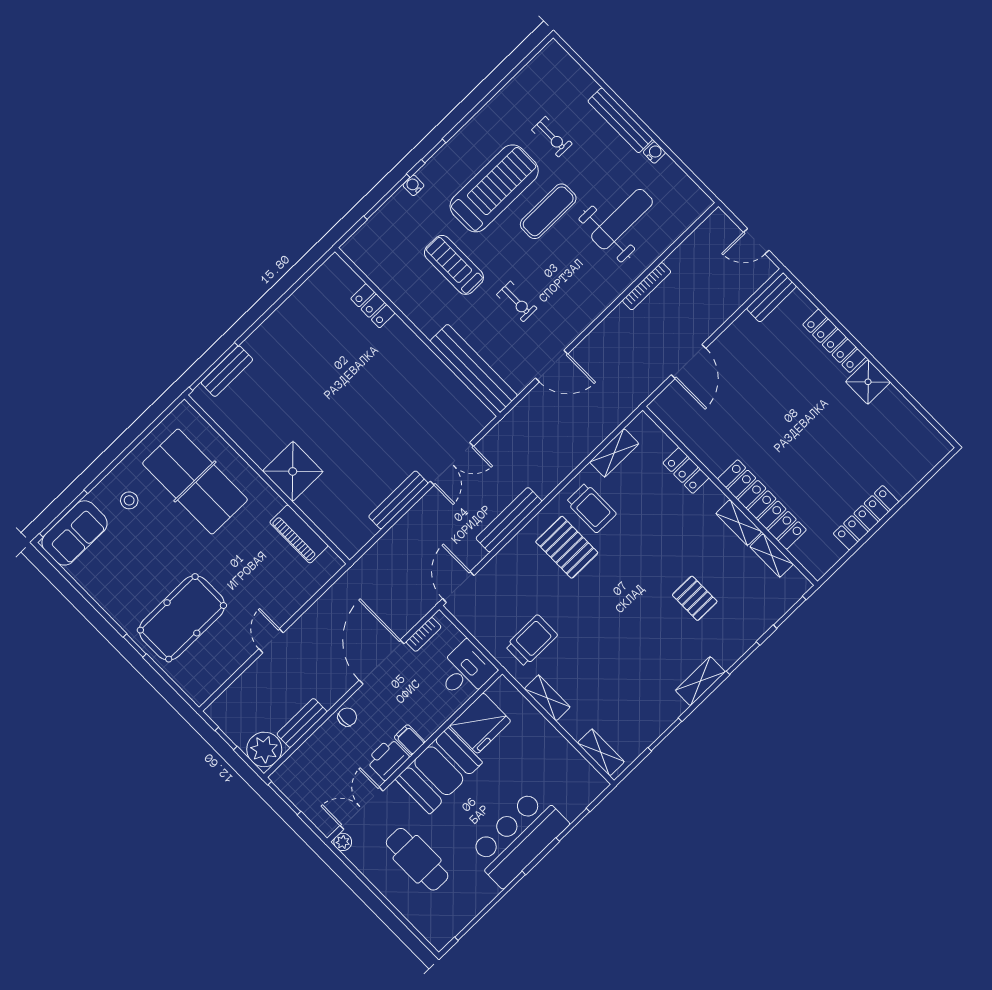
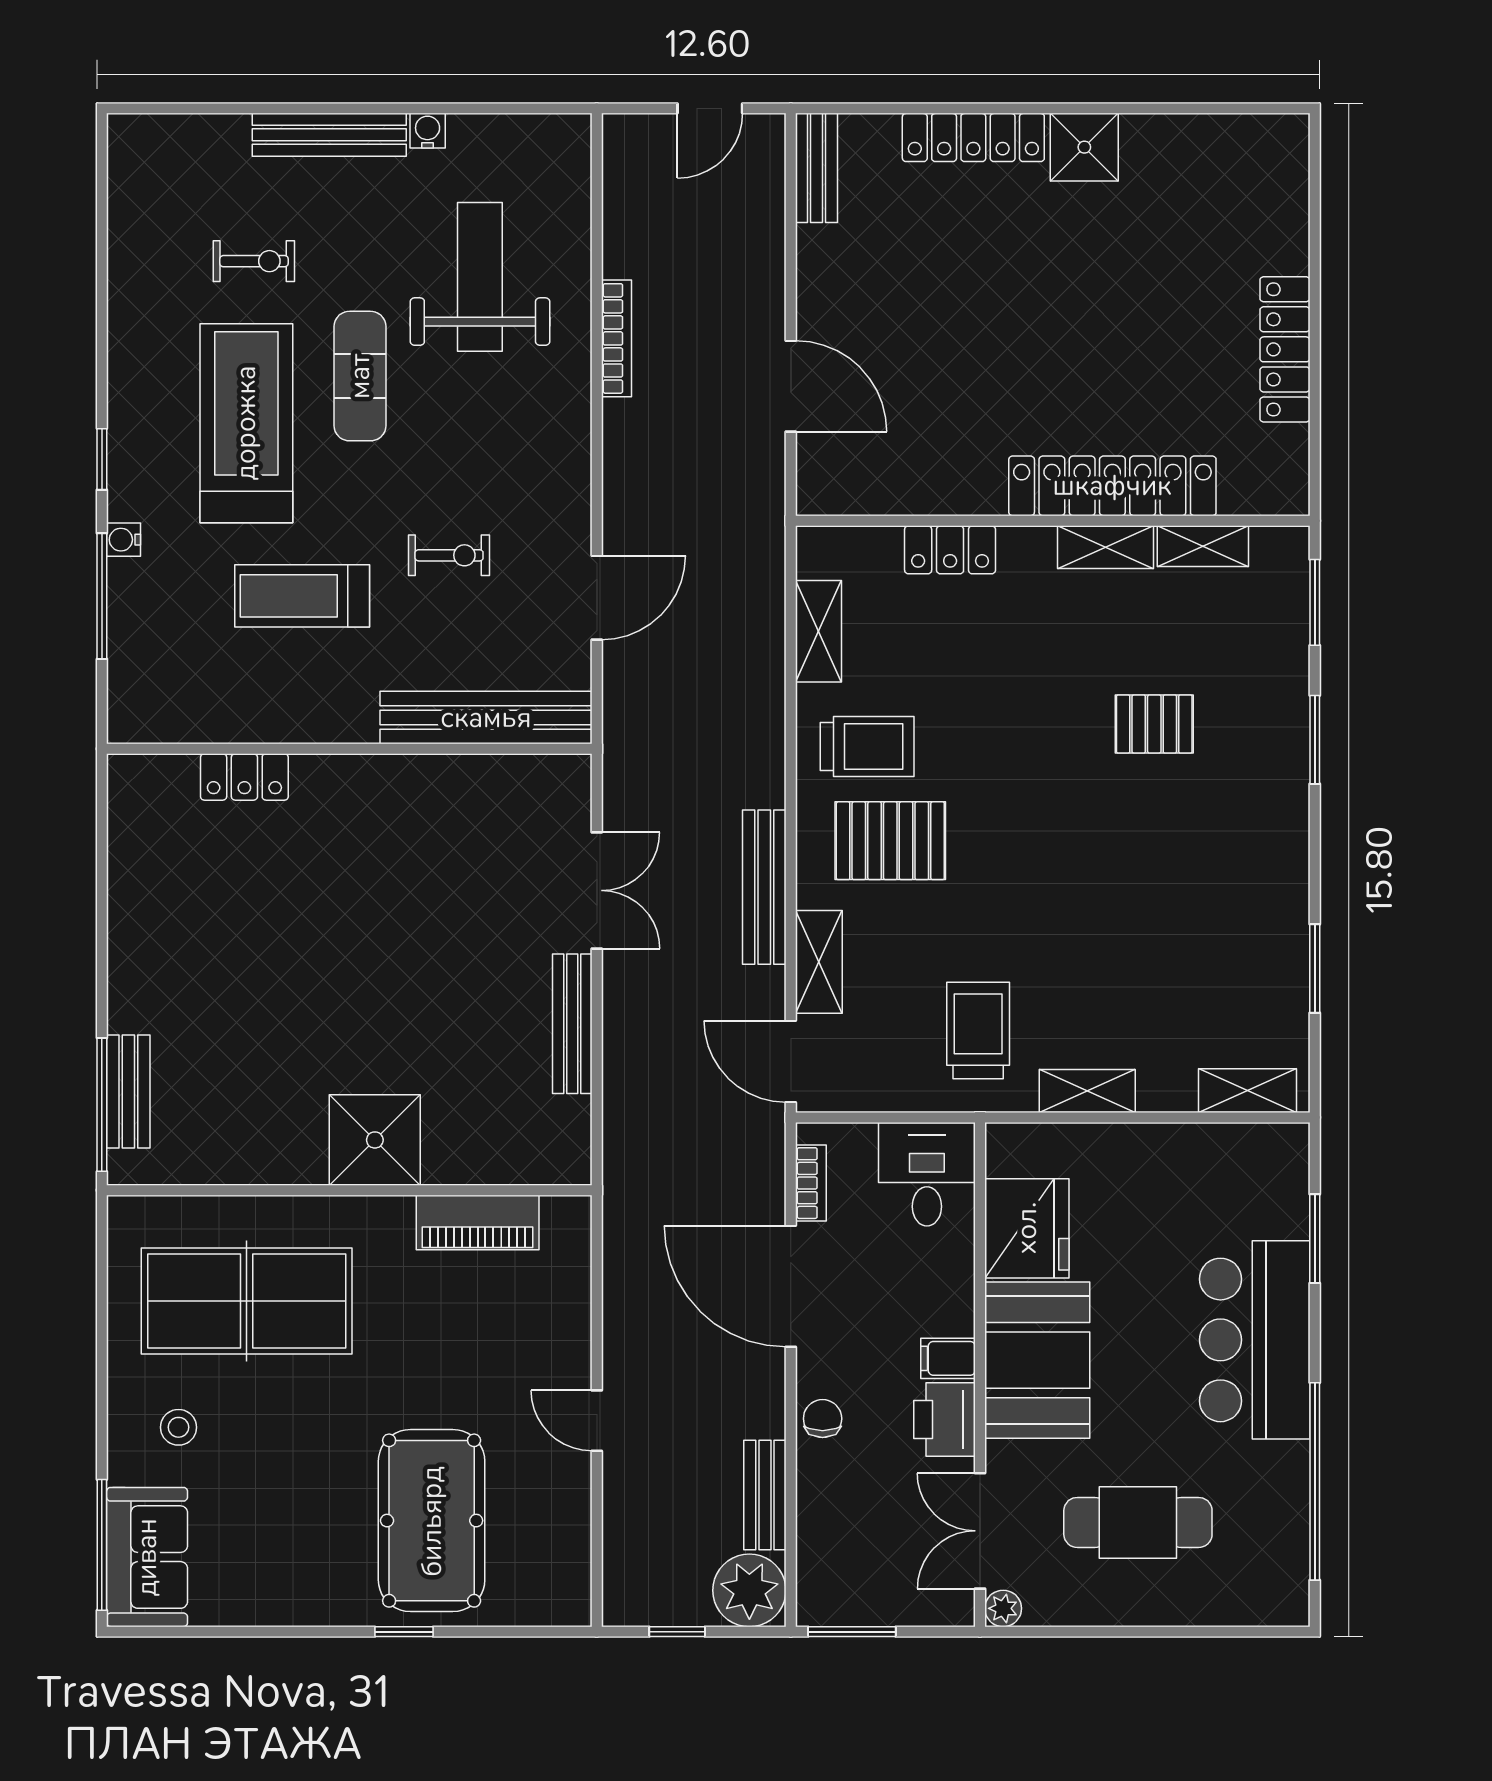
shelving: (700, 681) -> (819, 962), moved

